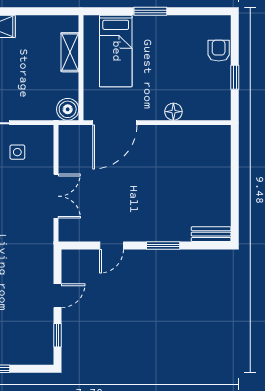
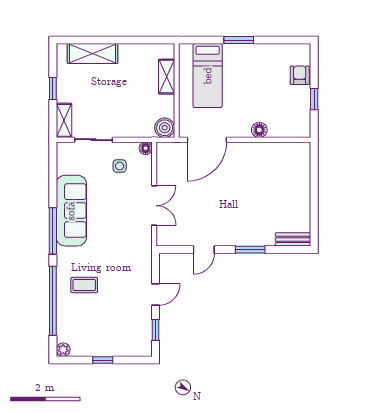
floor lamp: (46, 132) -> (146, 148), added

